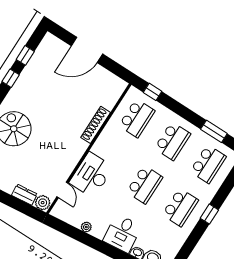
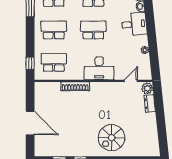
desk: (91, 175) -> (99, 68), moved

